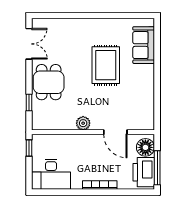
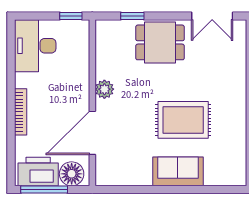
sofa: (144, 45) -> (178, 171), moved
door: (115, 132) -> (92, 133), width x1.36

